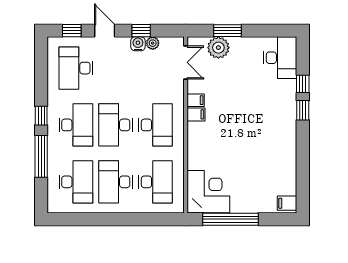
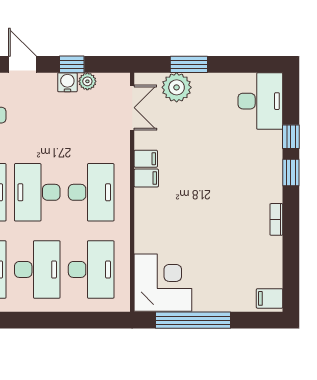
bookcase: (292, 145) -> (276, 219), added
desk: (116, 182) -> (37, 269), turned 180

